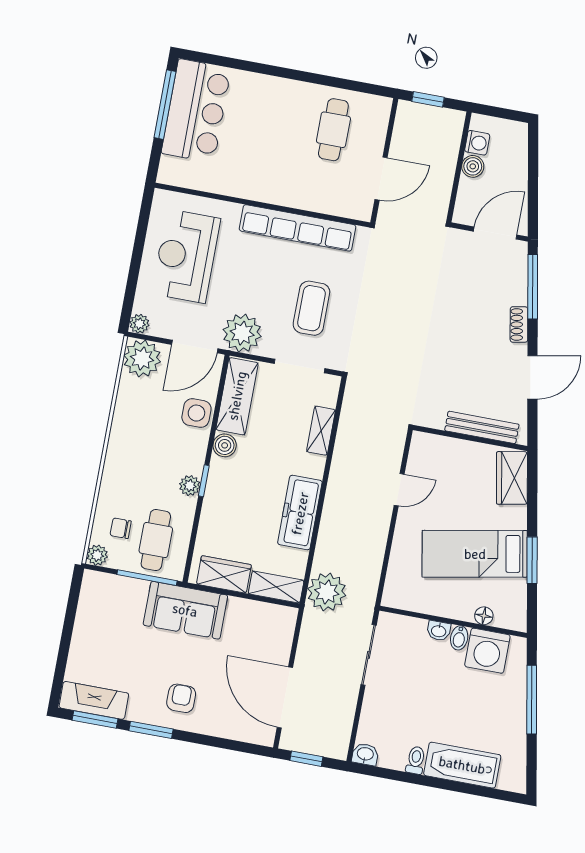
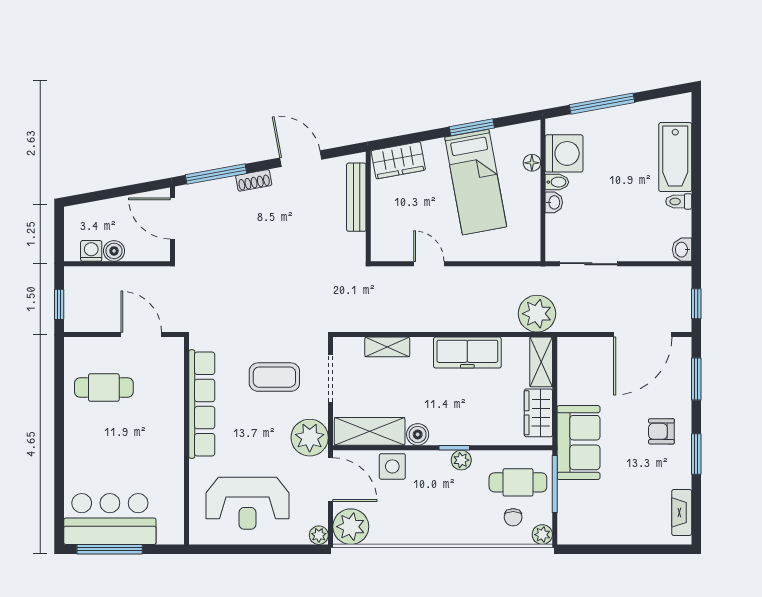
fireplace: (94, 700) -> (682, 512), width x0.73, depth x0.76
window: (95, 720) -> (696, 379), moved

